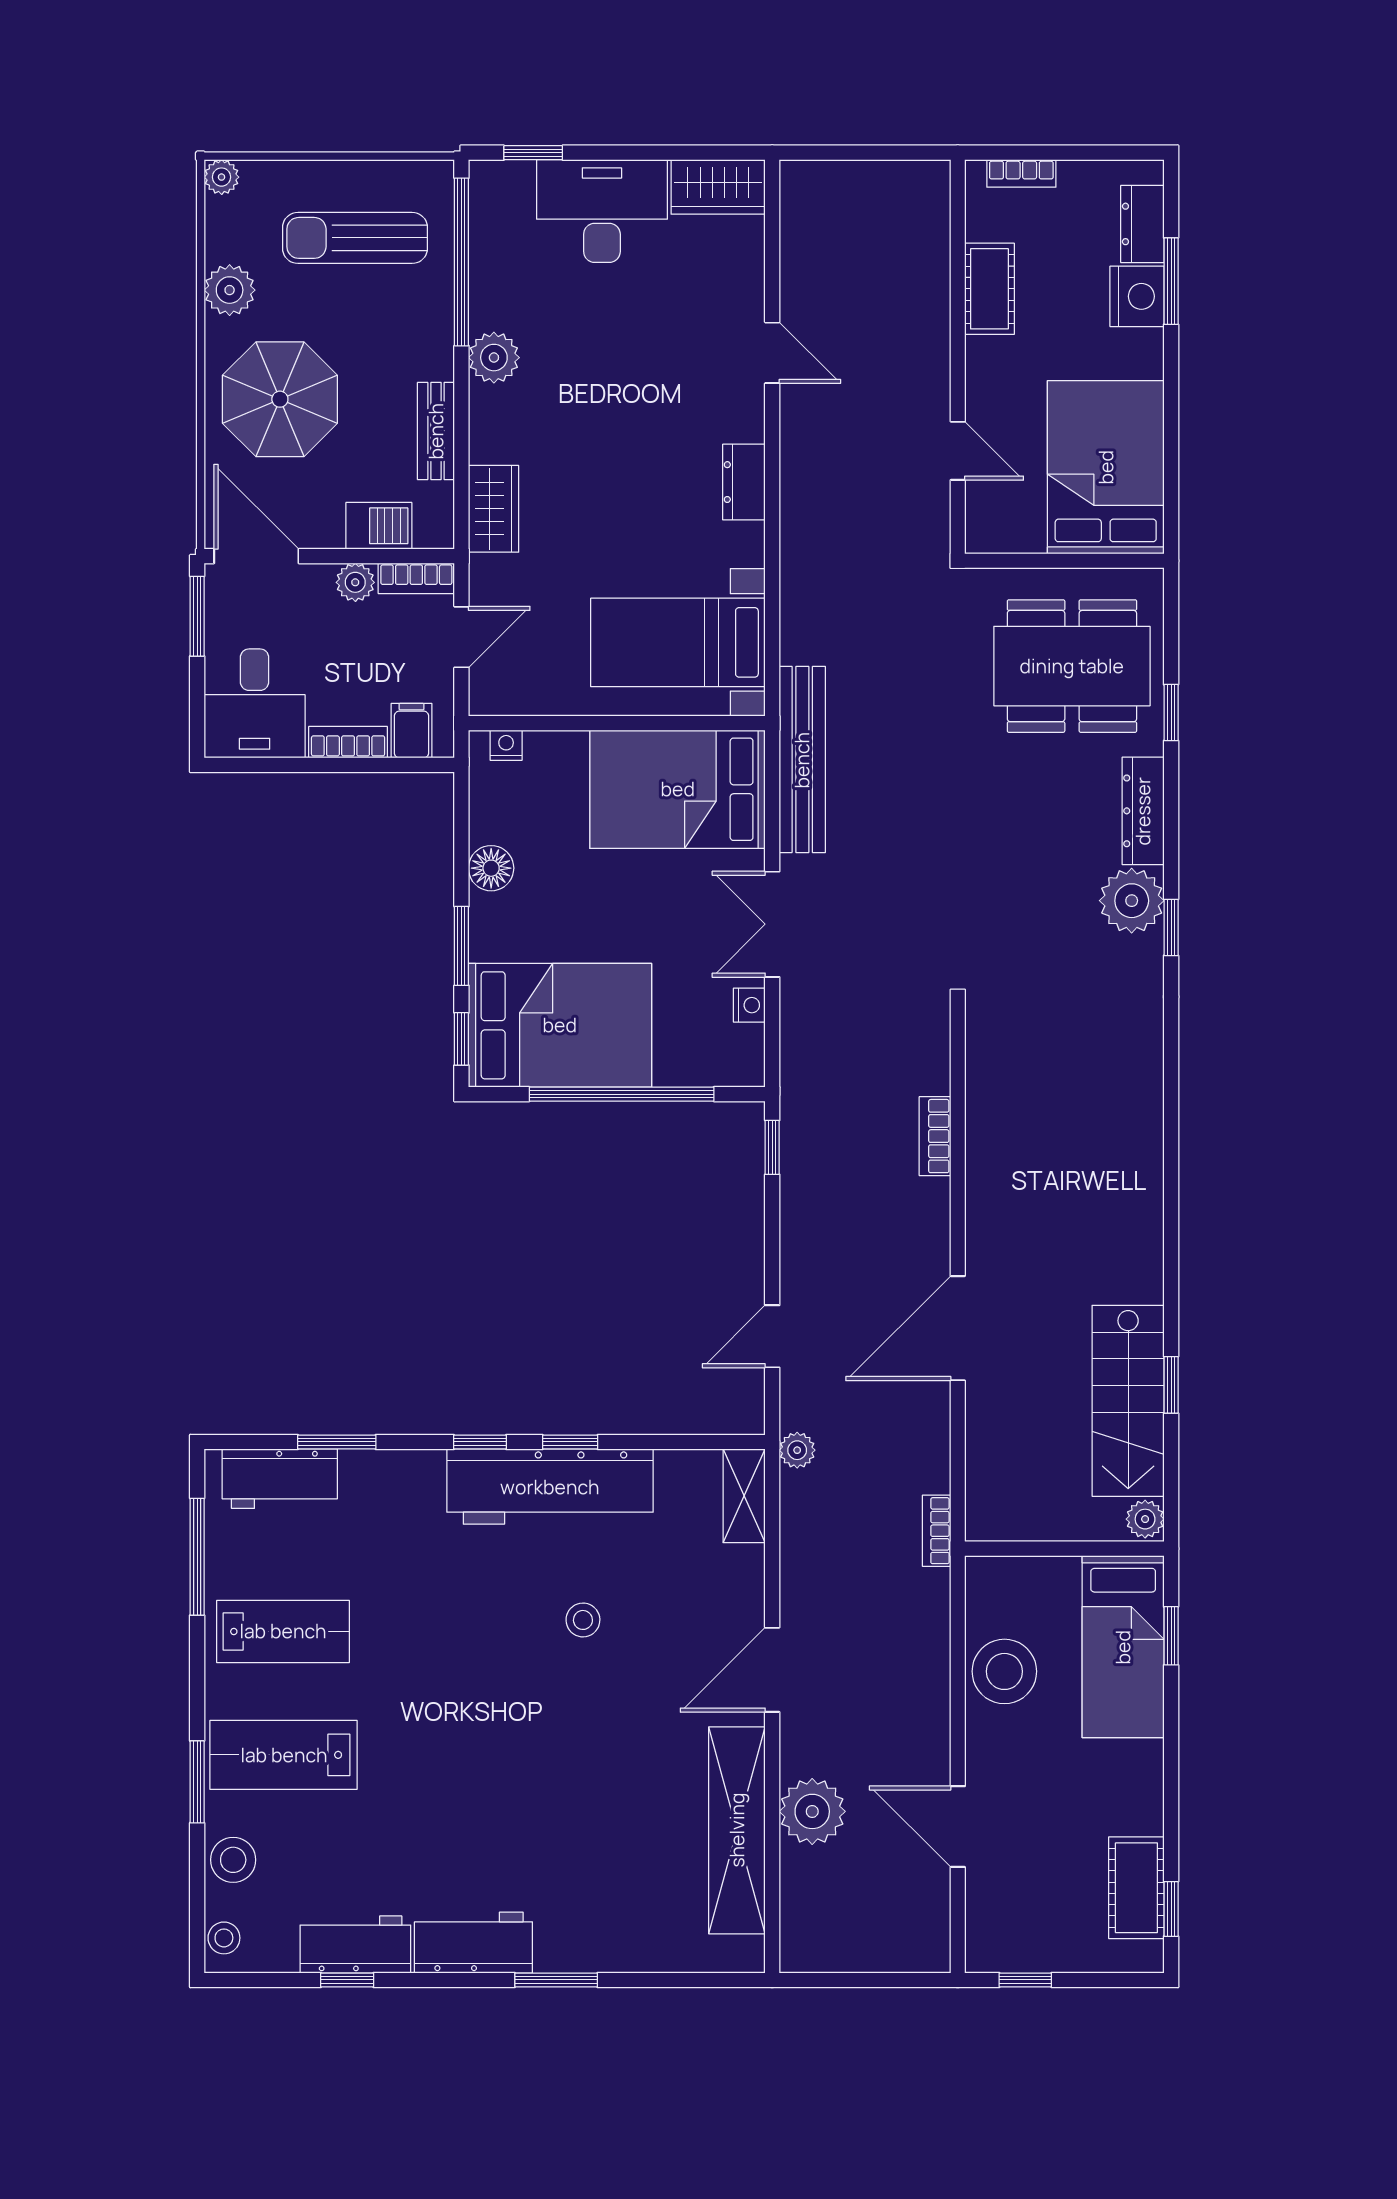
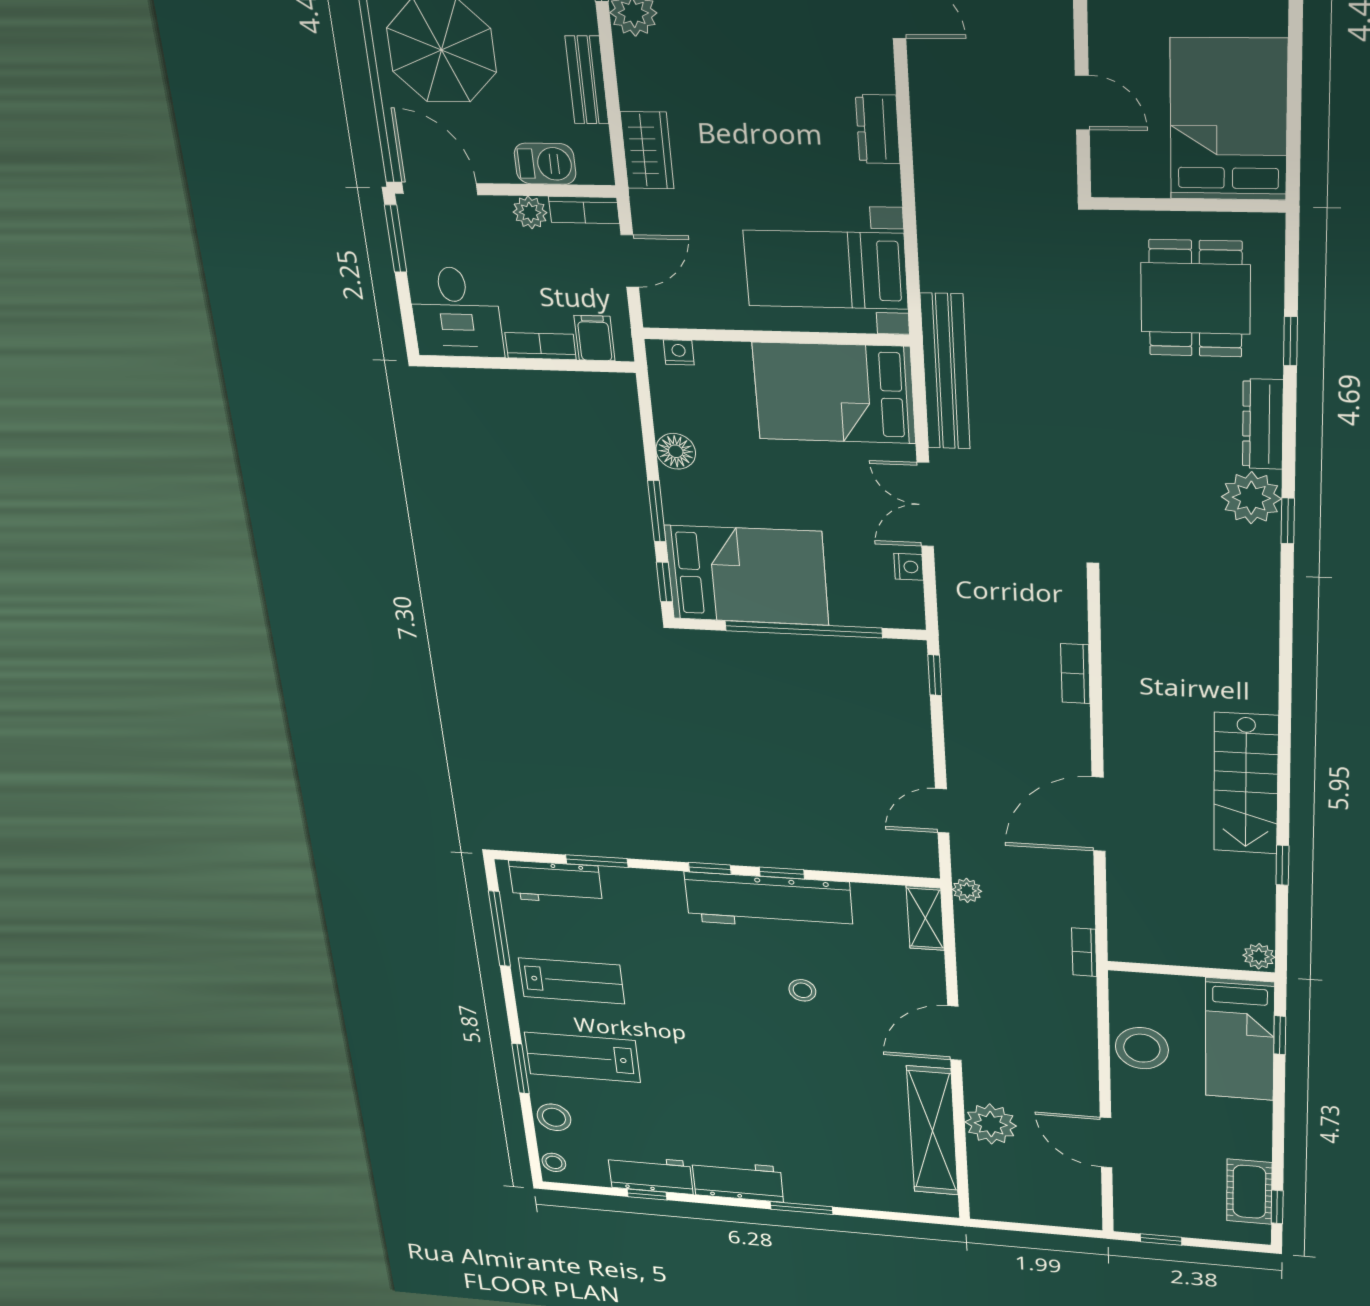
dining table: (1072, 666) -> (1195, 299), width x0.73
stairs: (1128, 1401) -> (1246, 784), moved

